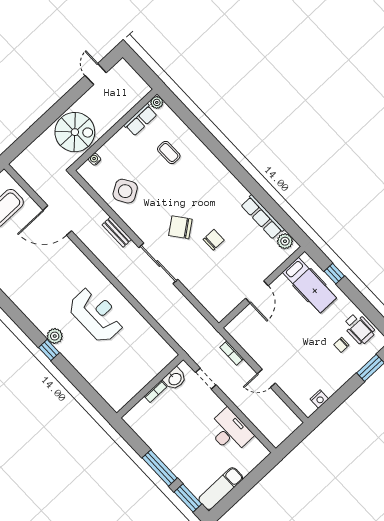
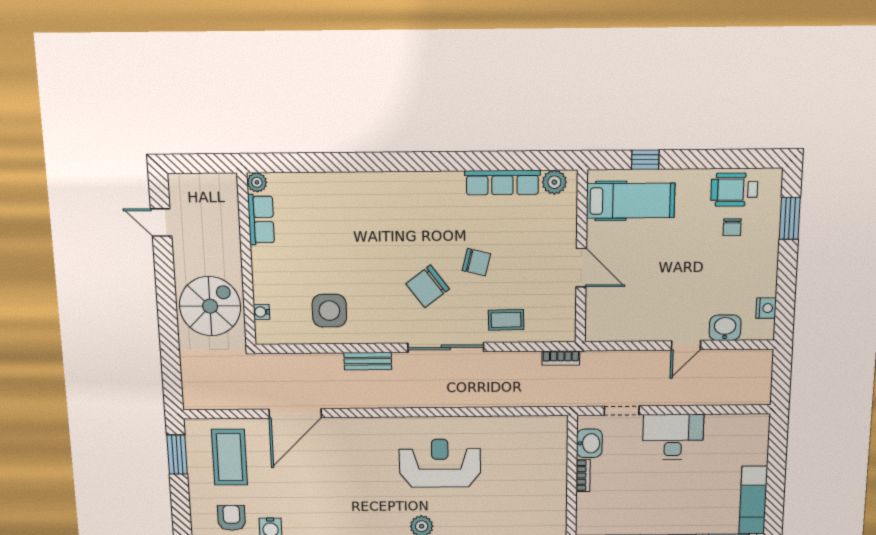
coffee table: (169, 153) -> (506, 320), moved
side table: (125, 191) -> (329, 311), turned 31
chair: (214, 240) -> (476, 262), turned 104
wheelchair: (359, 329) -> (734, 190), turned 180
bookcase: (232, 353) -> (561, 358), moved
washbasin: (292, 389) -> (725, 328), added
desk: (230, 432) -> (673, 437), moved

